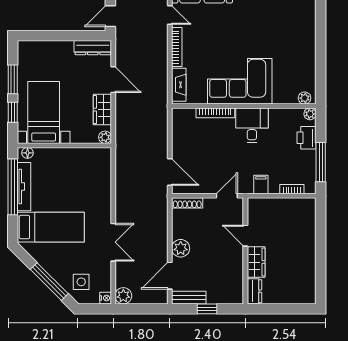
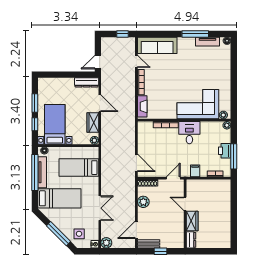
corner sofa: (240, 81) -> (198, 104), moved
printer: (307, 138) -> (225, 151), moved
bed: (81, 179) -> (79, 168), added
plant: (181, 248) -> (143, 202), moved

